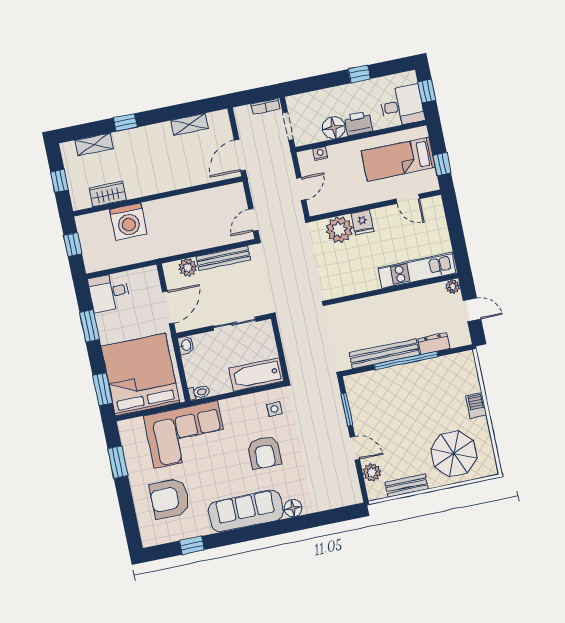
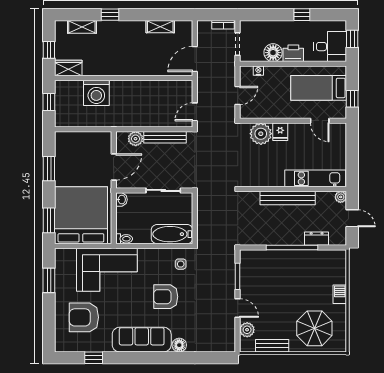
wardrobe: (108, 194) -> (68, 68), moved
desk: (109, 292) -> (70, 145), removed
bench: (384, 354) -> (288, 198), moved
armchair: (264, 453) -> (166, 297), turned 90

